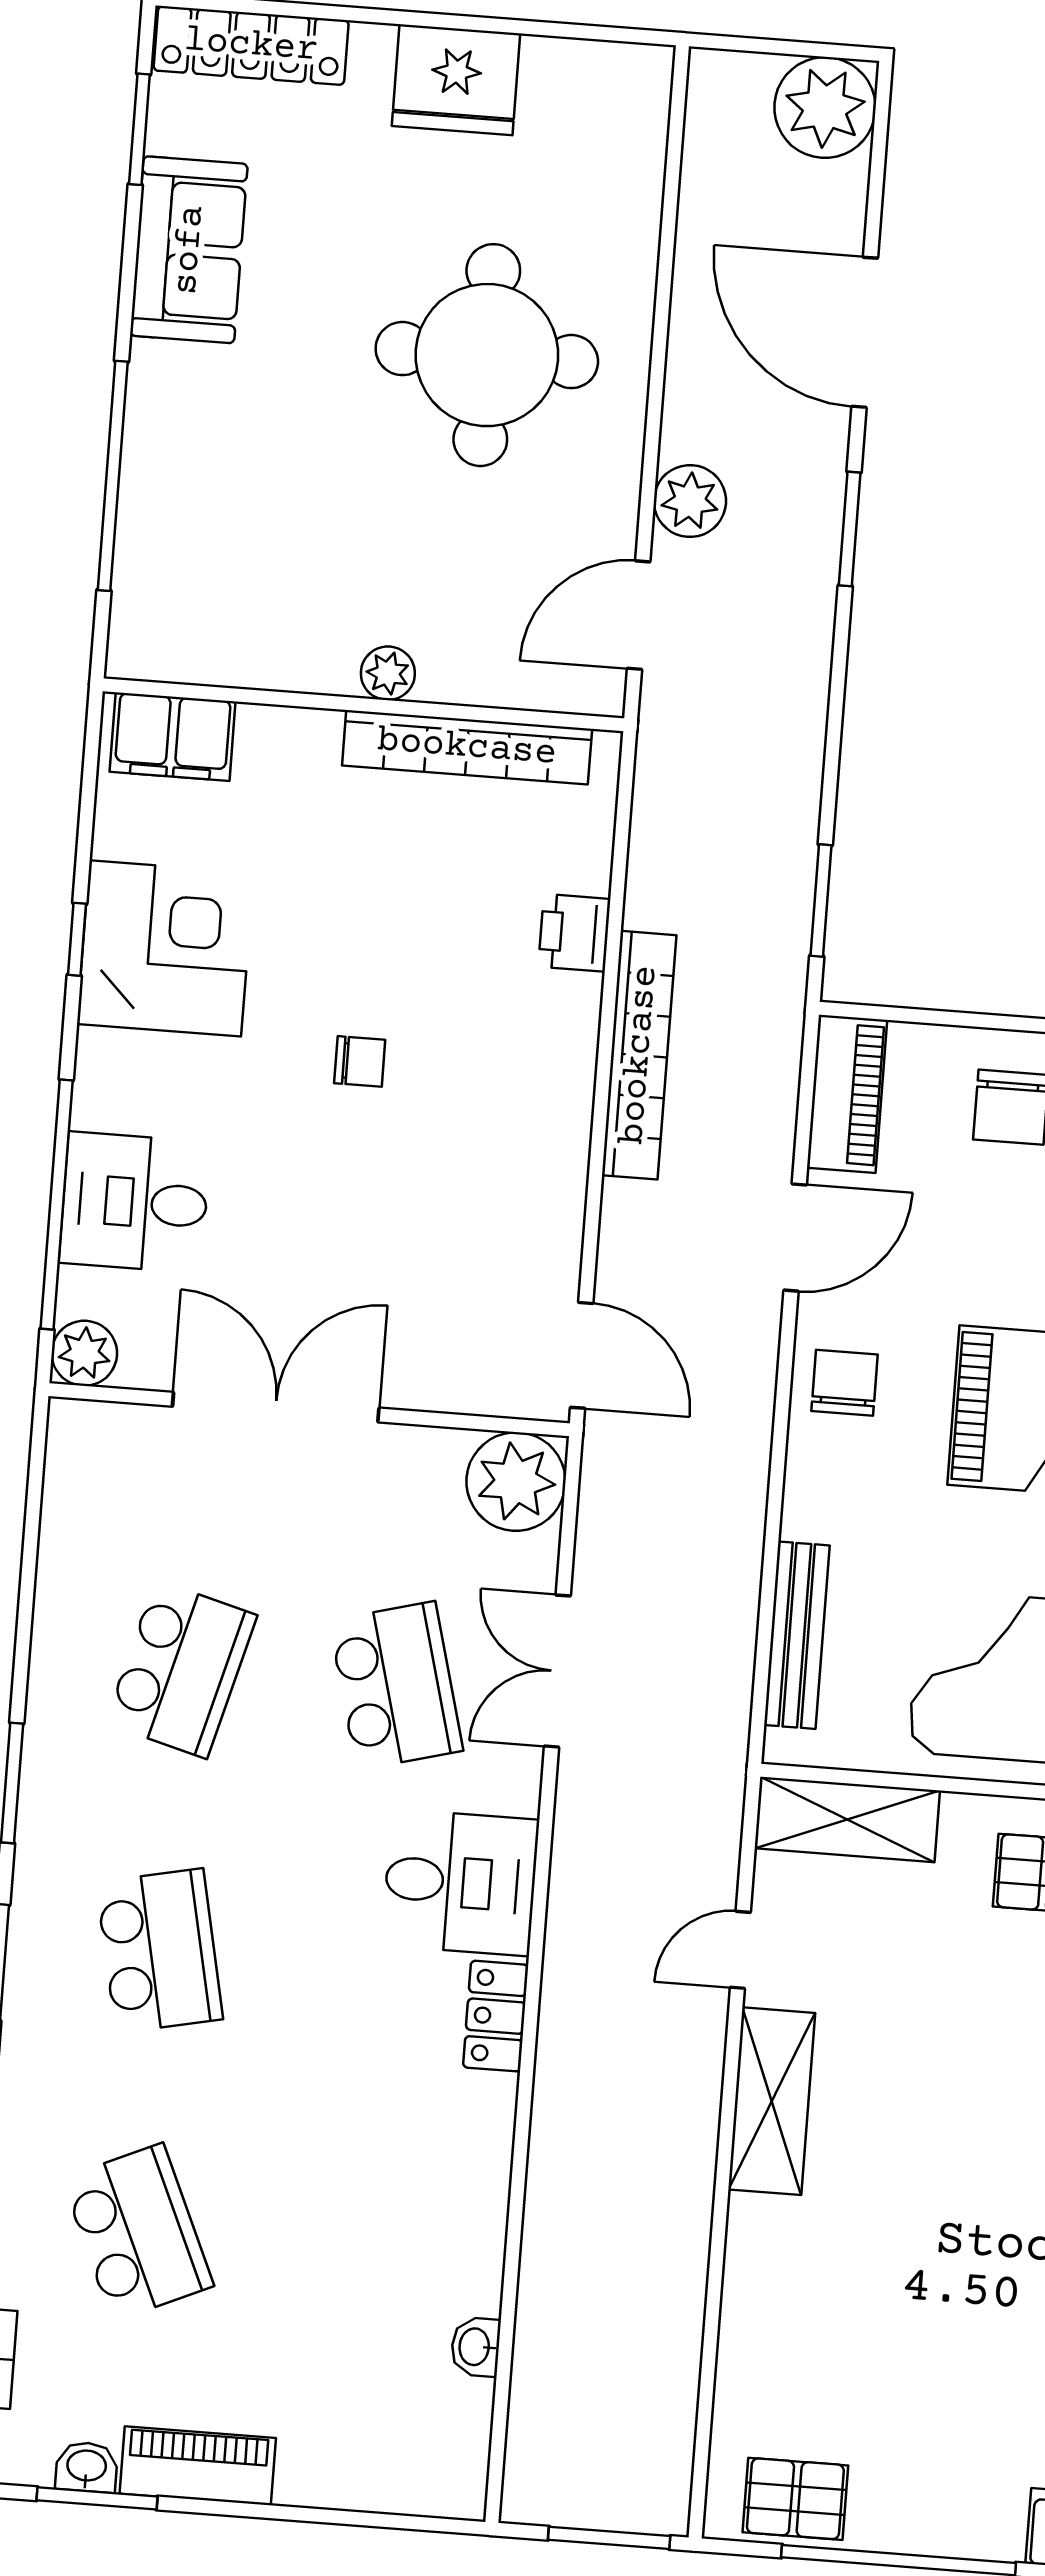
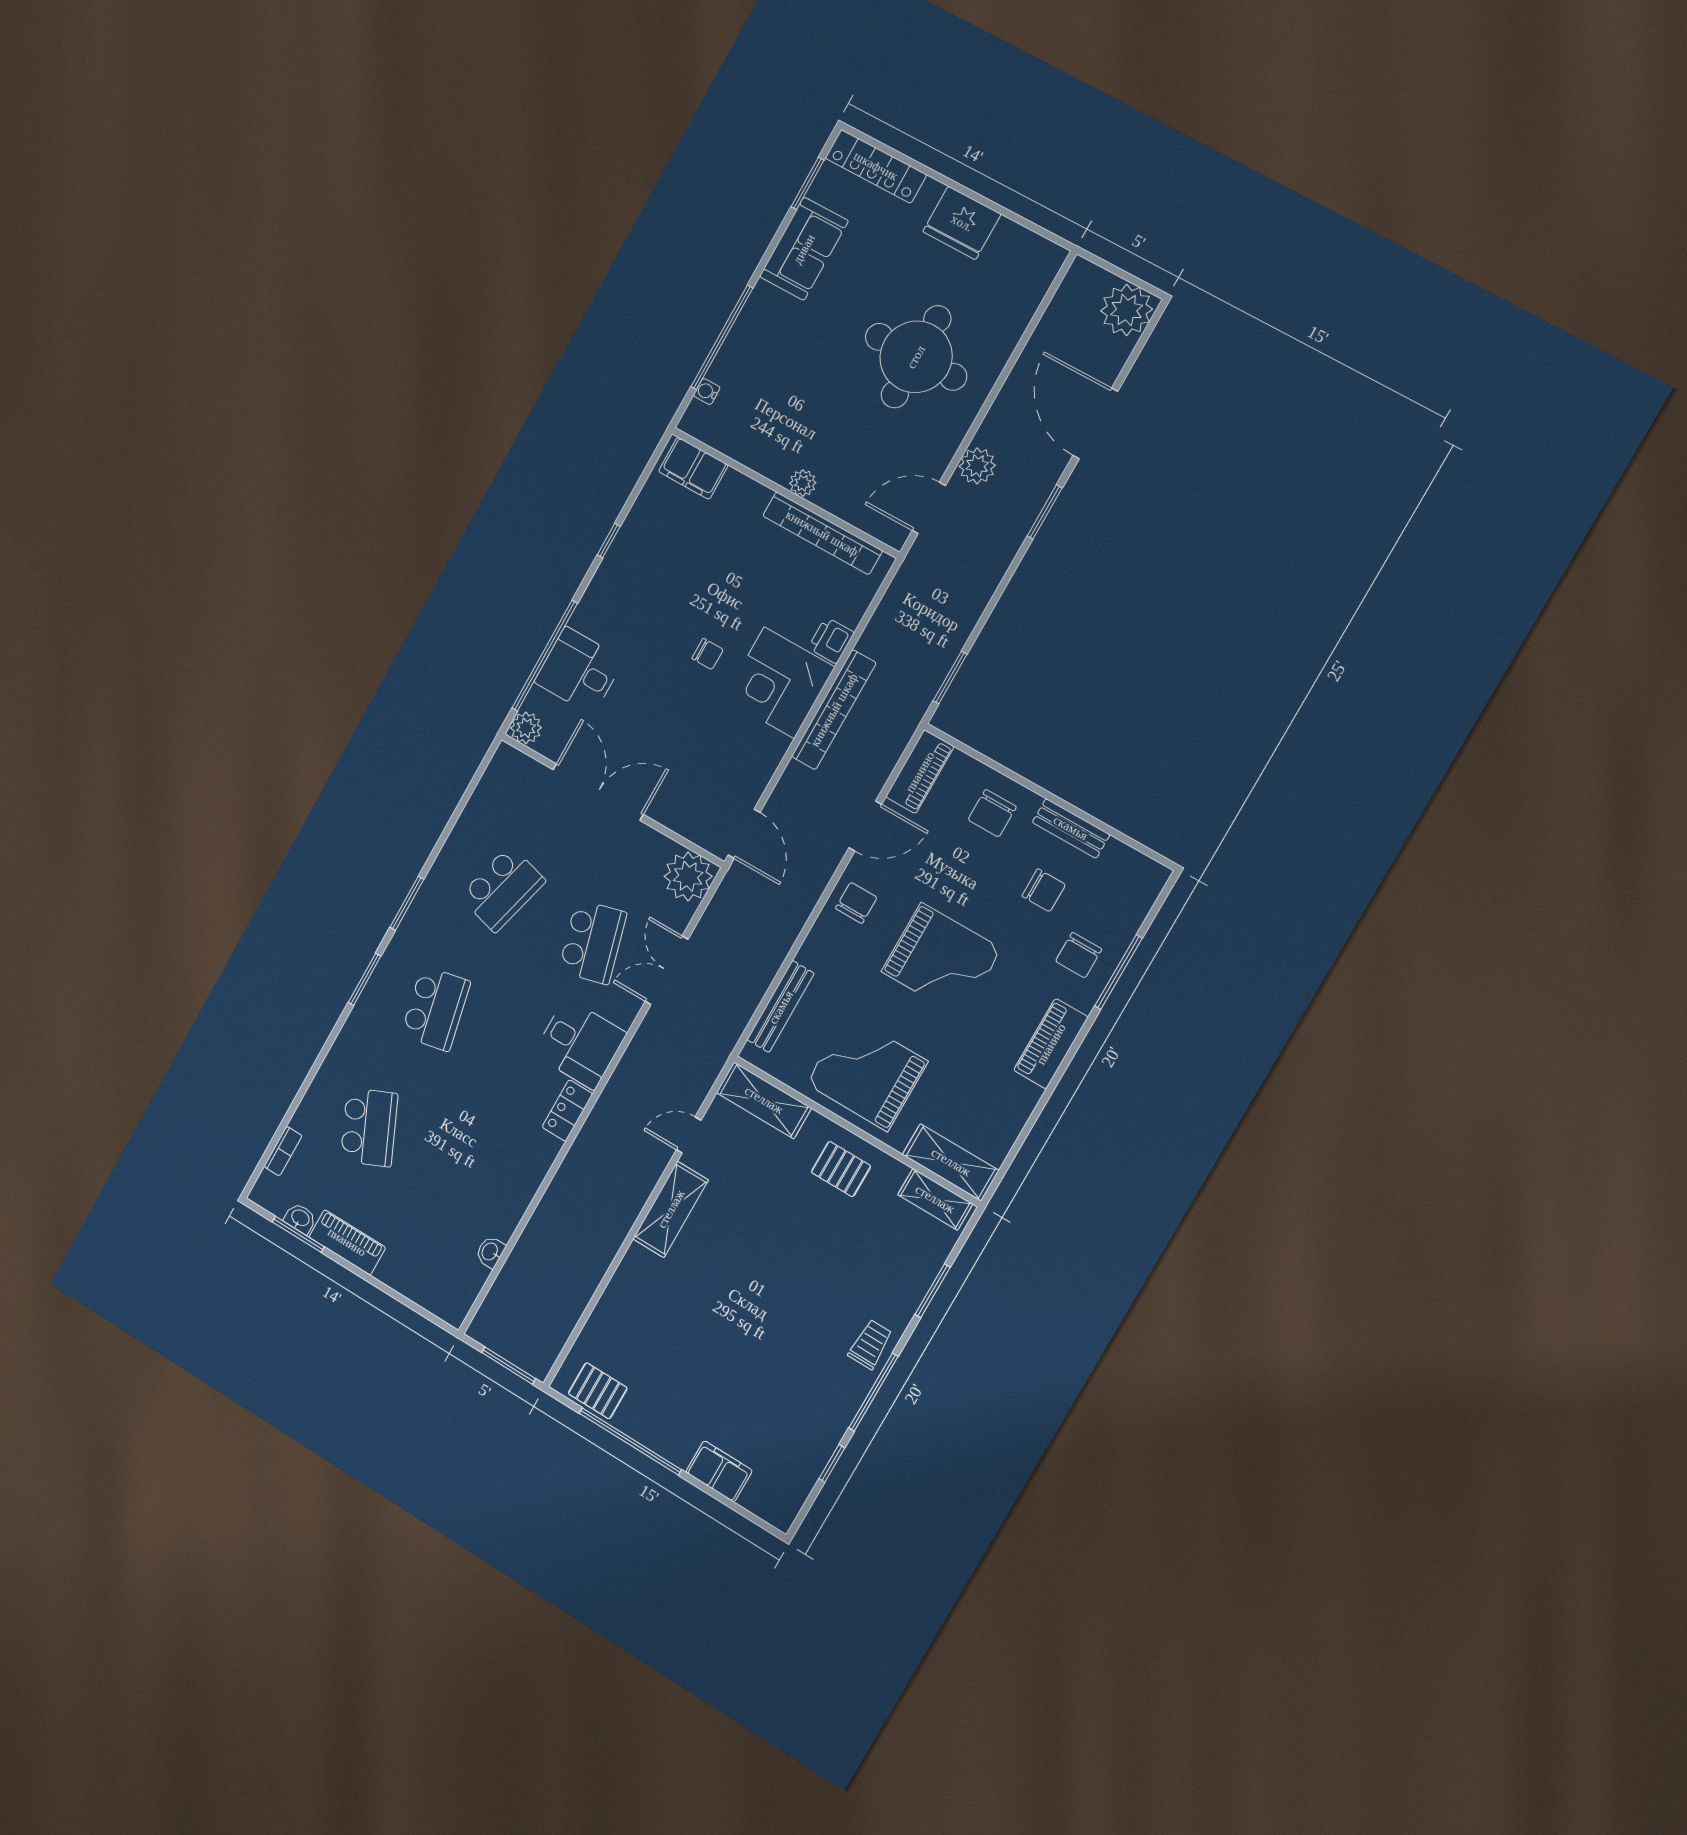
water cooler: (131, 586) -> (707, 391), added
corner desk: (165, 948) -> (779, 683), moved, turned 180

